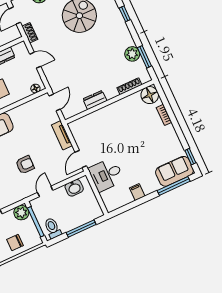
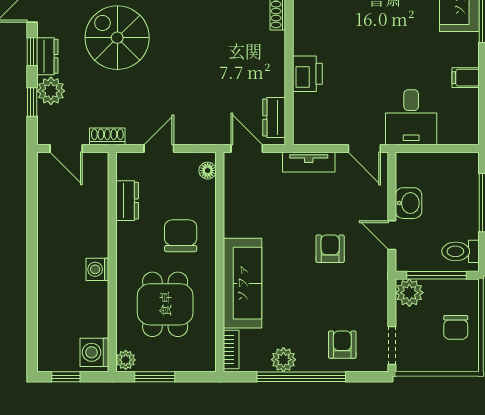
dresser: (95, 100) -> (274, 118), moved
printer: (104, 115) -> (307, 74), added
washbasin: (74, 188) -> (409, 203), moved

